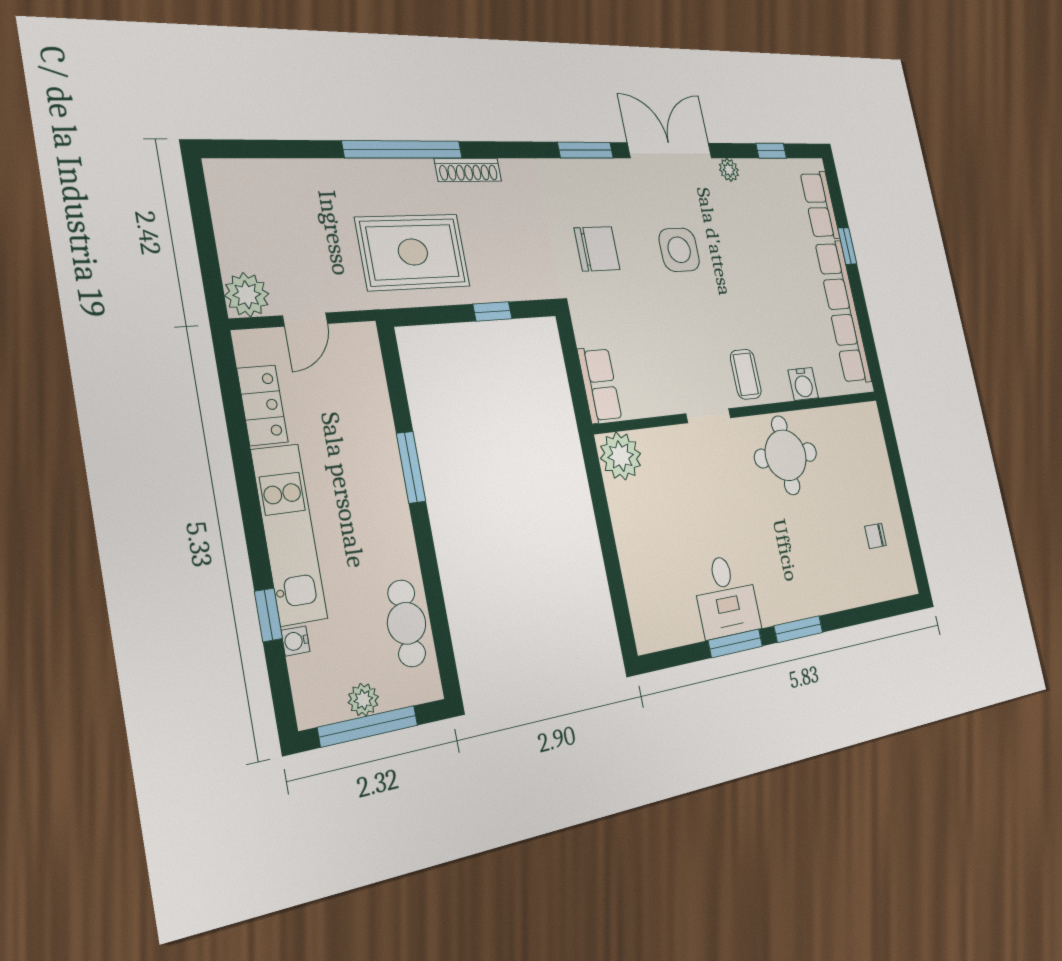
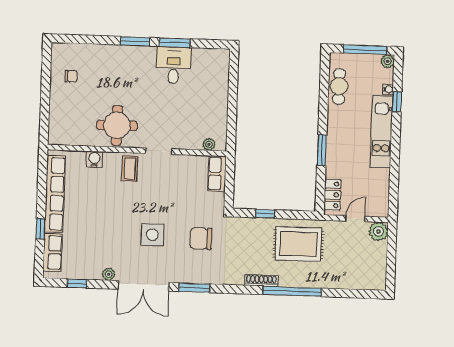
locker: (262, 405) -> (332, 195), moved, turned 180
plant: (621, 456) -> (209, 144), width x0.53, depth x0.53
plant: (363, 700) -> (388, 61), moved

